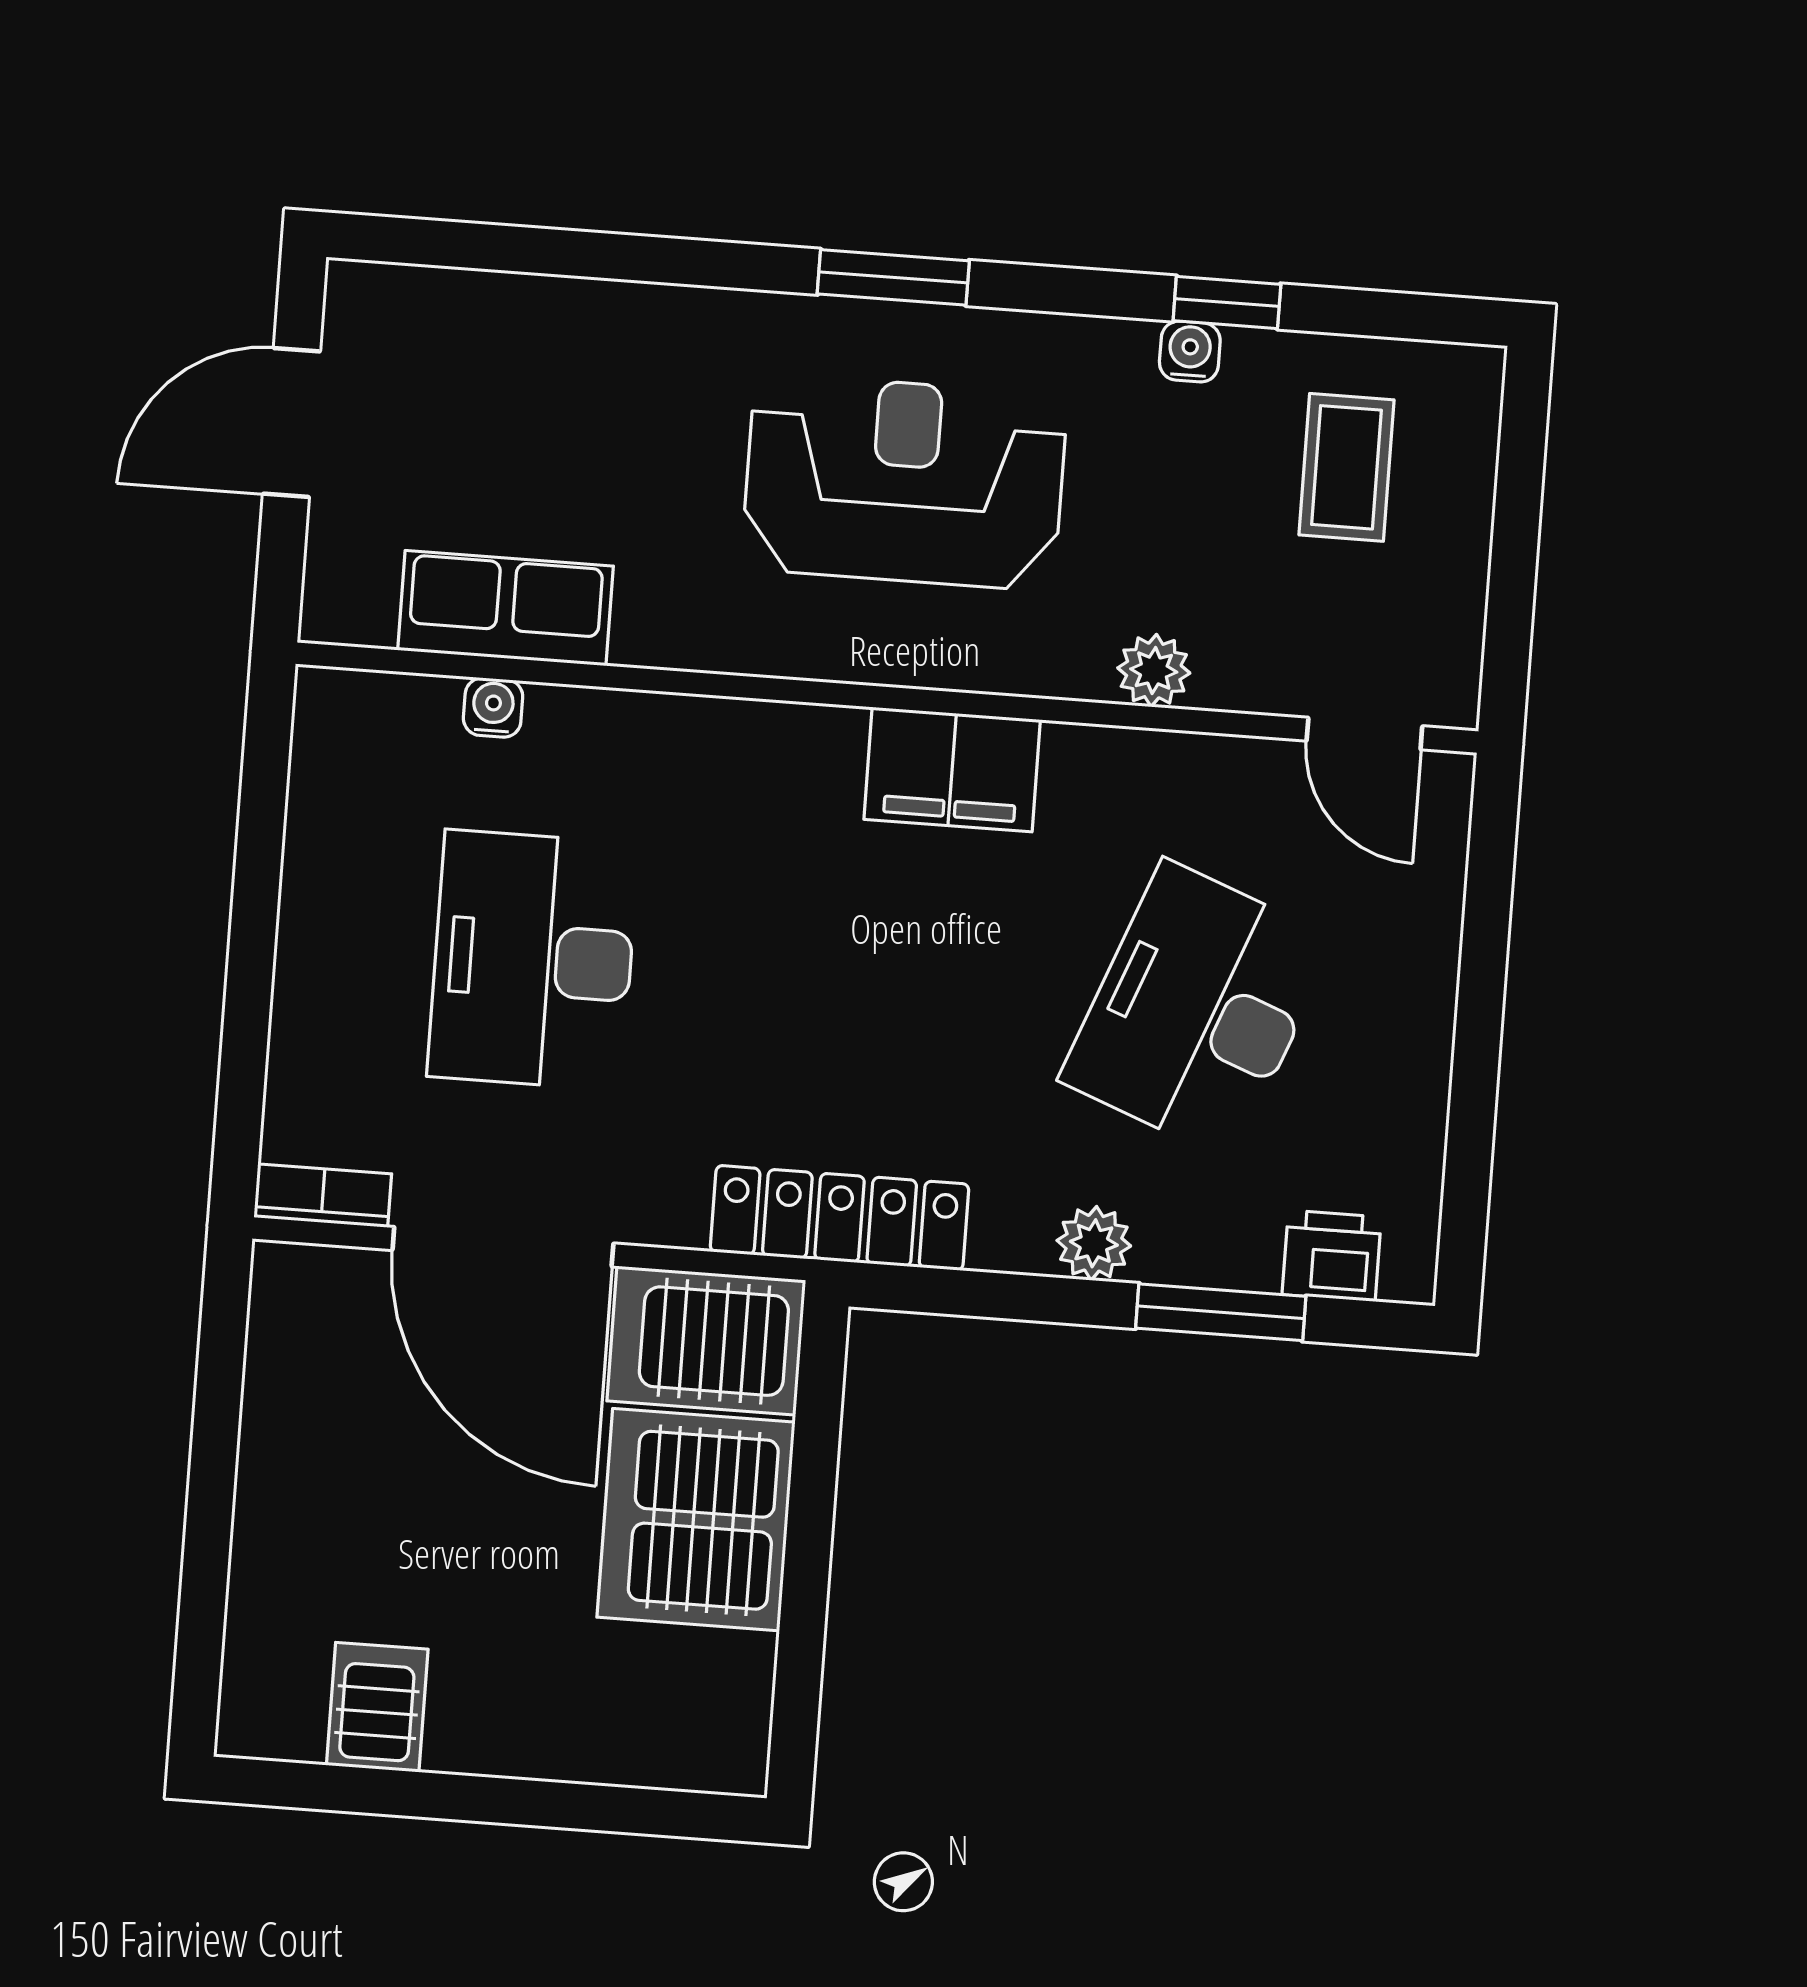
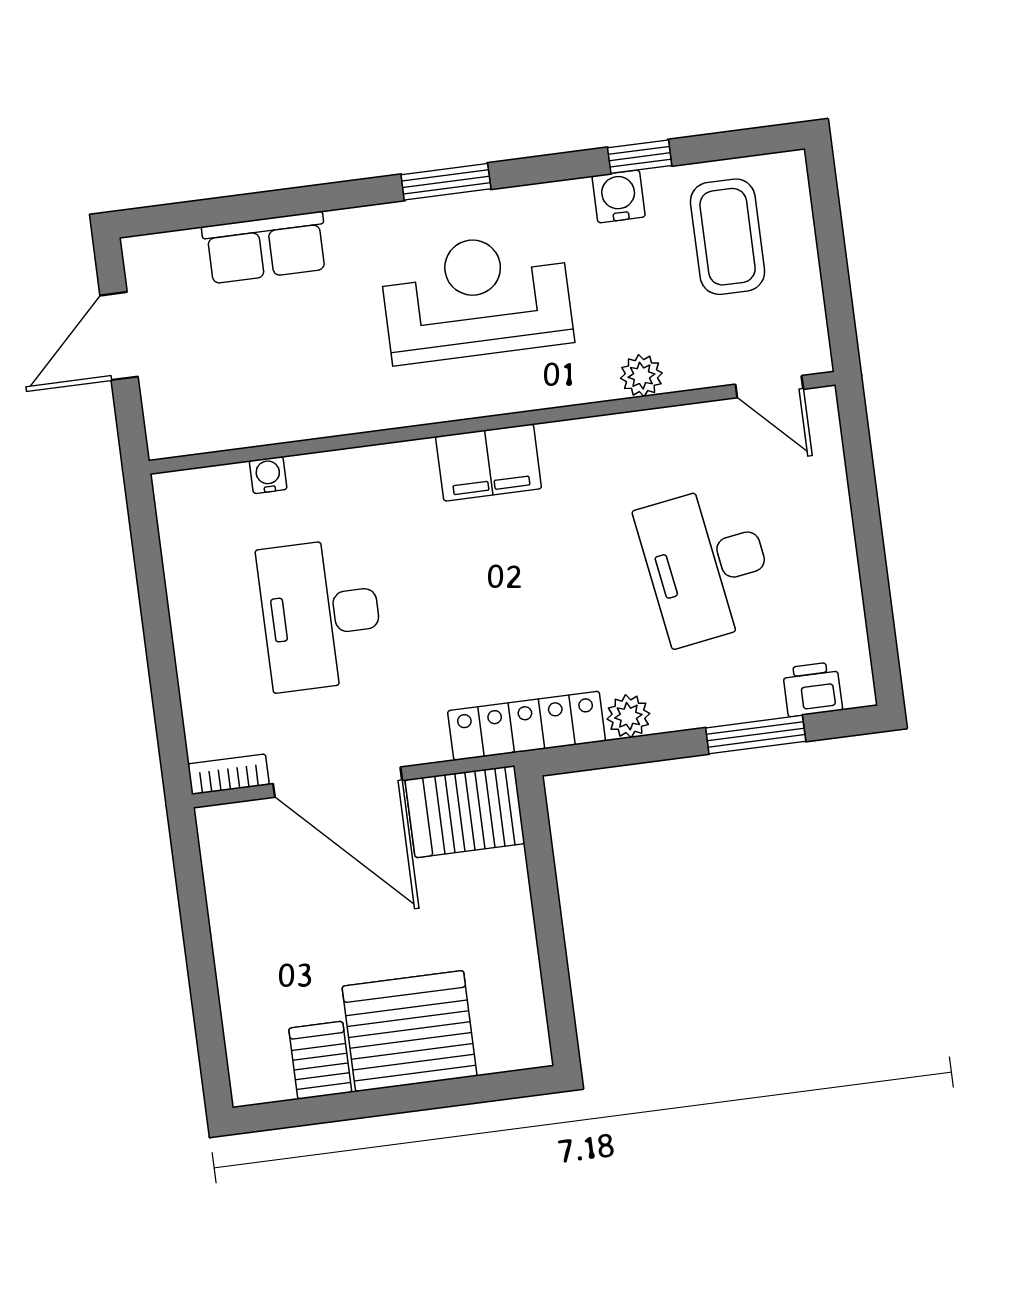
water cooler: (1190, 352) -> (619, 196), width x1.38, depth x1.38
coffee table: (1346, 467) -> (728, 237), width x1.36, depth x1.30
row of seats: (506, 608) -> (265, 248), moved, turned 180
filing cabinet: (952, 770) -> (489, 463), moved
desk: (1198, 1010) -> (707, 565), turned -30
plant: (1094, 1243) -> (628, 716), moved
server rack: (696, 1520) -> (410, 1031), moved, turned 90

